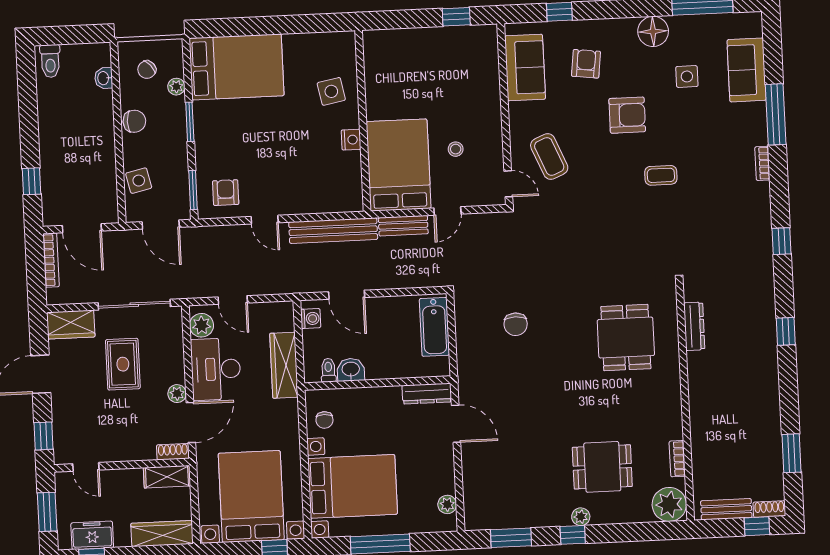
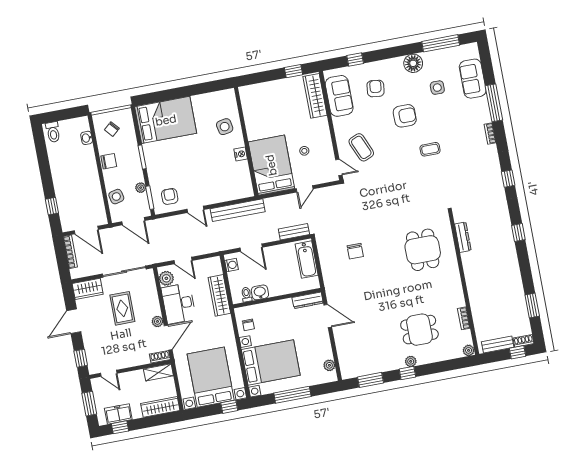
wardrobe: (486, 62) -> (315, 96), added
plant: (176, 87) -> (141, 188), moved
bench: (403, 226) -> (294, 232), moved
plant: (669, 504) -> (469, 350), width x0.53, depth x0.53

